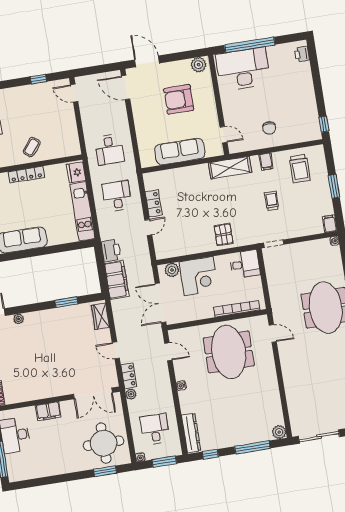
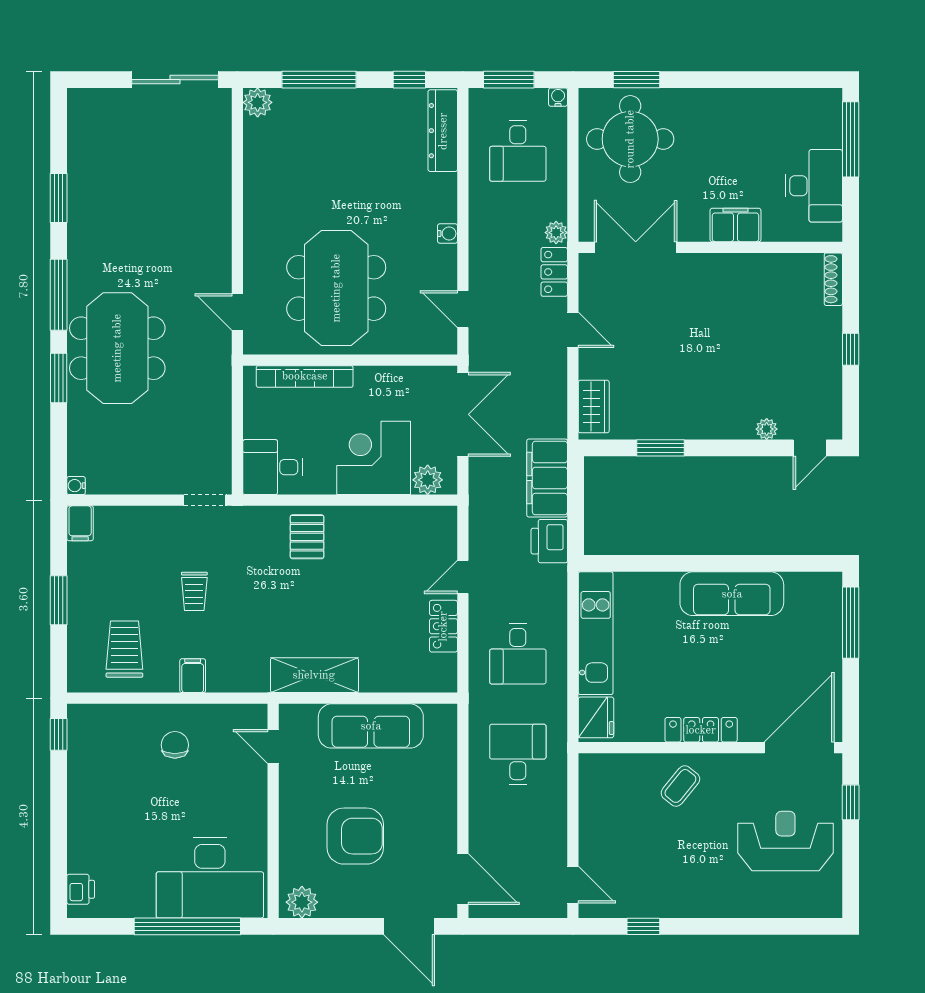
shelving: (230, 168) -> (314, 675), moved

